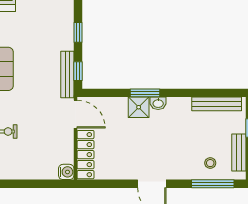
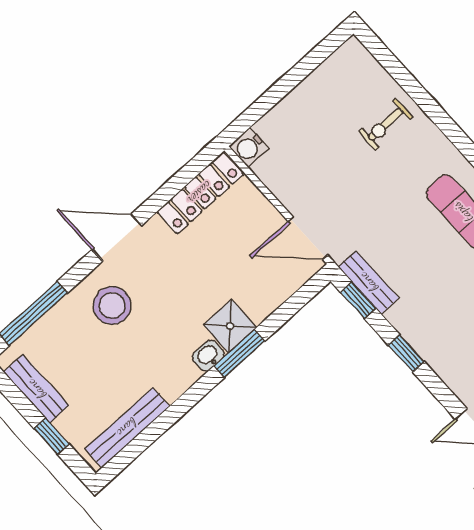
bench: (67, 74) -> (368, 282), width x0.73
locker: (86, 155) -> (200, 193), moved, turned -90
stool: (210, 163) -> (112, 305), moved, width x1.89, depth x1.89

